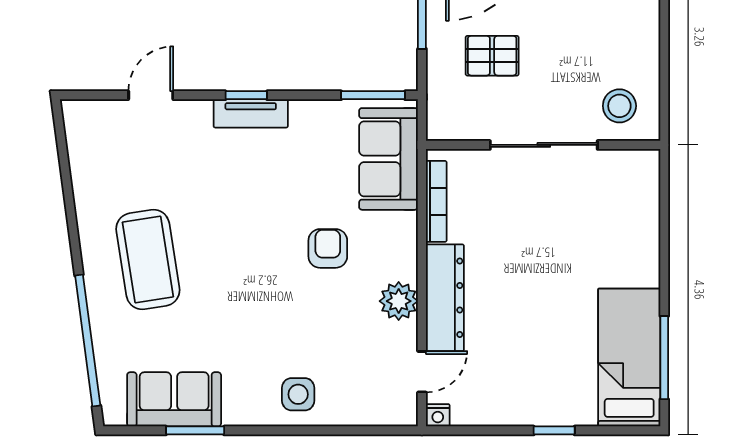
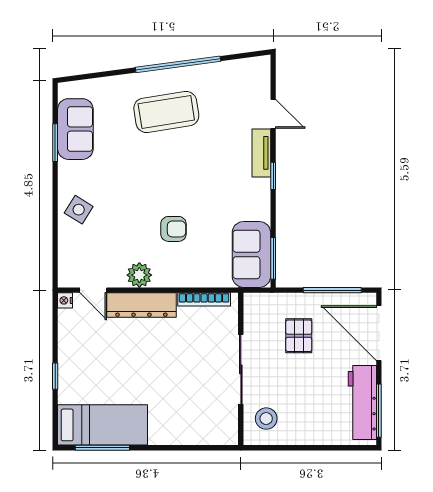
tv unit: (251, 113) -> (261, 153), moved
sofa: (388, 159) -> (251, 254), moved, turned -90
window: (88, 341) -> (178, 64), moved
side table: (298, 394) -> (79, 210), turned 32

